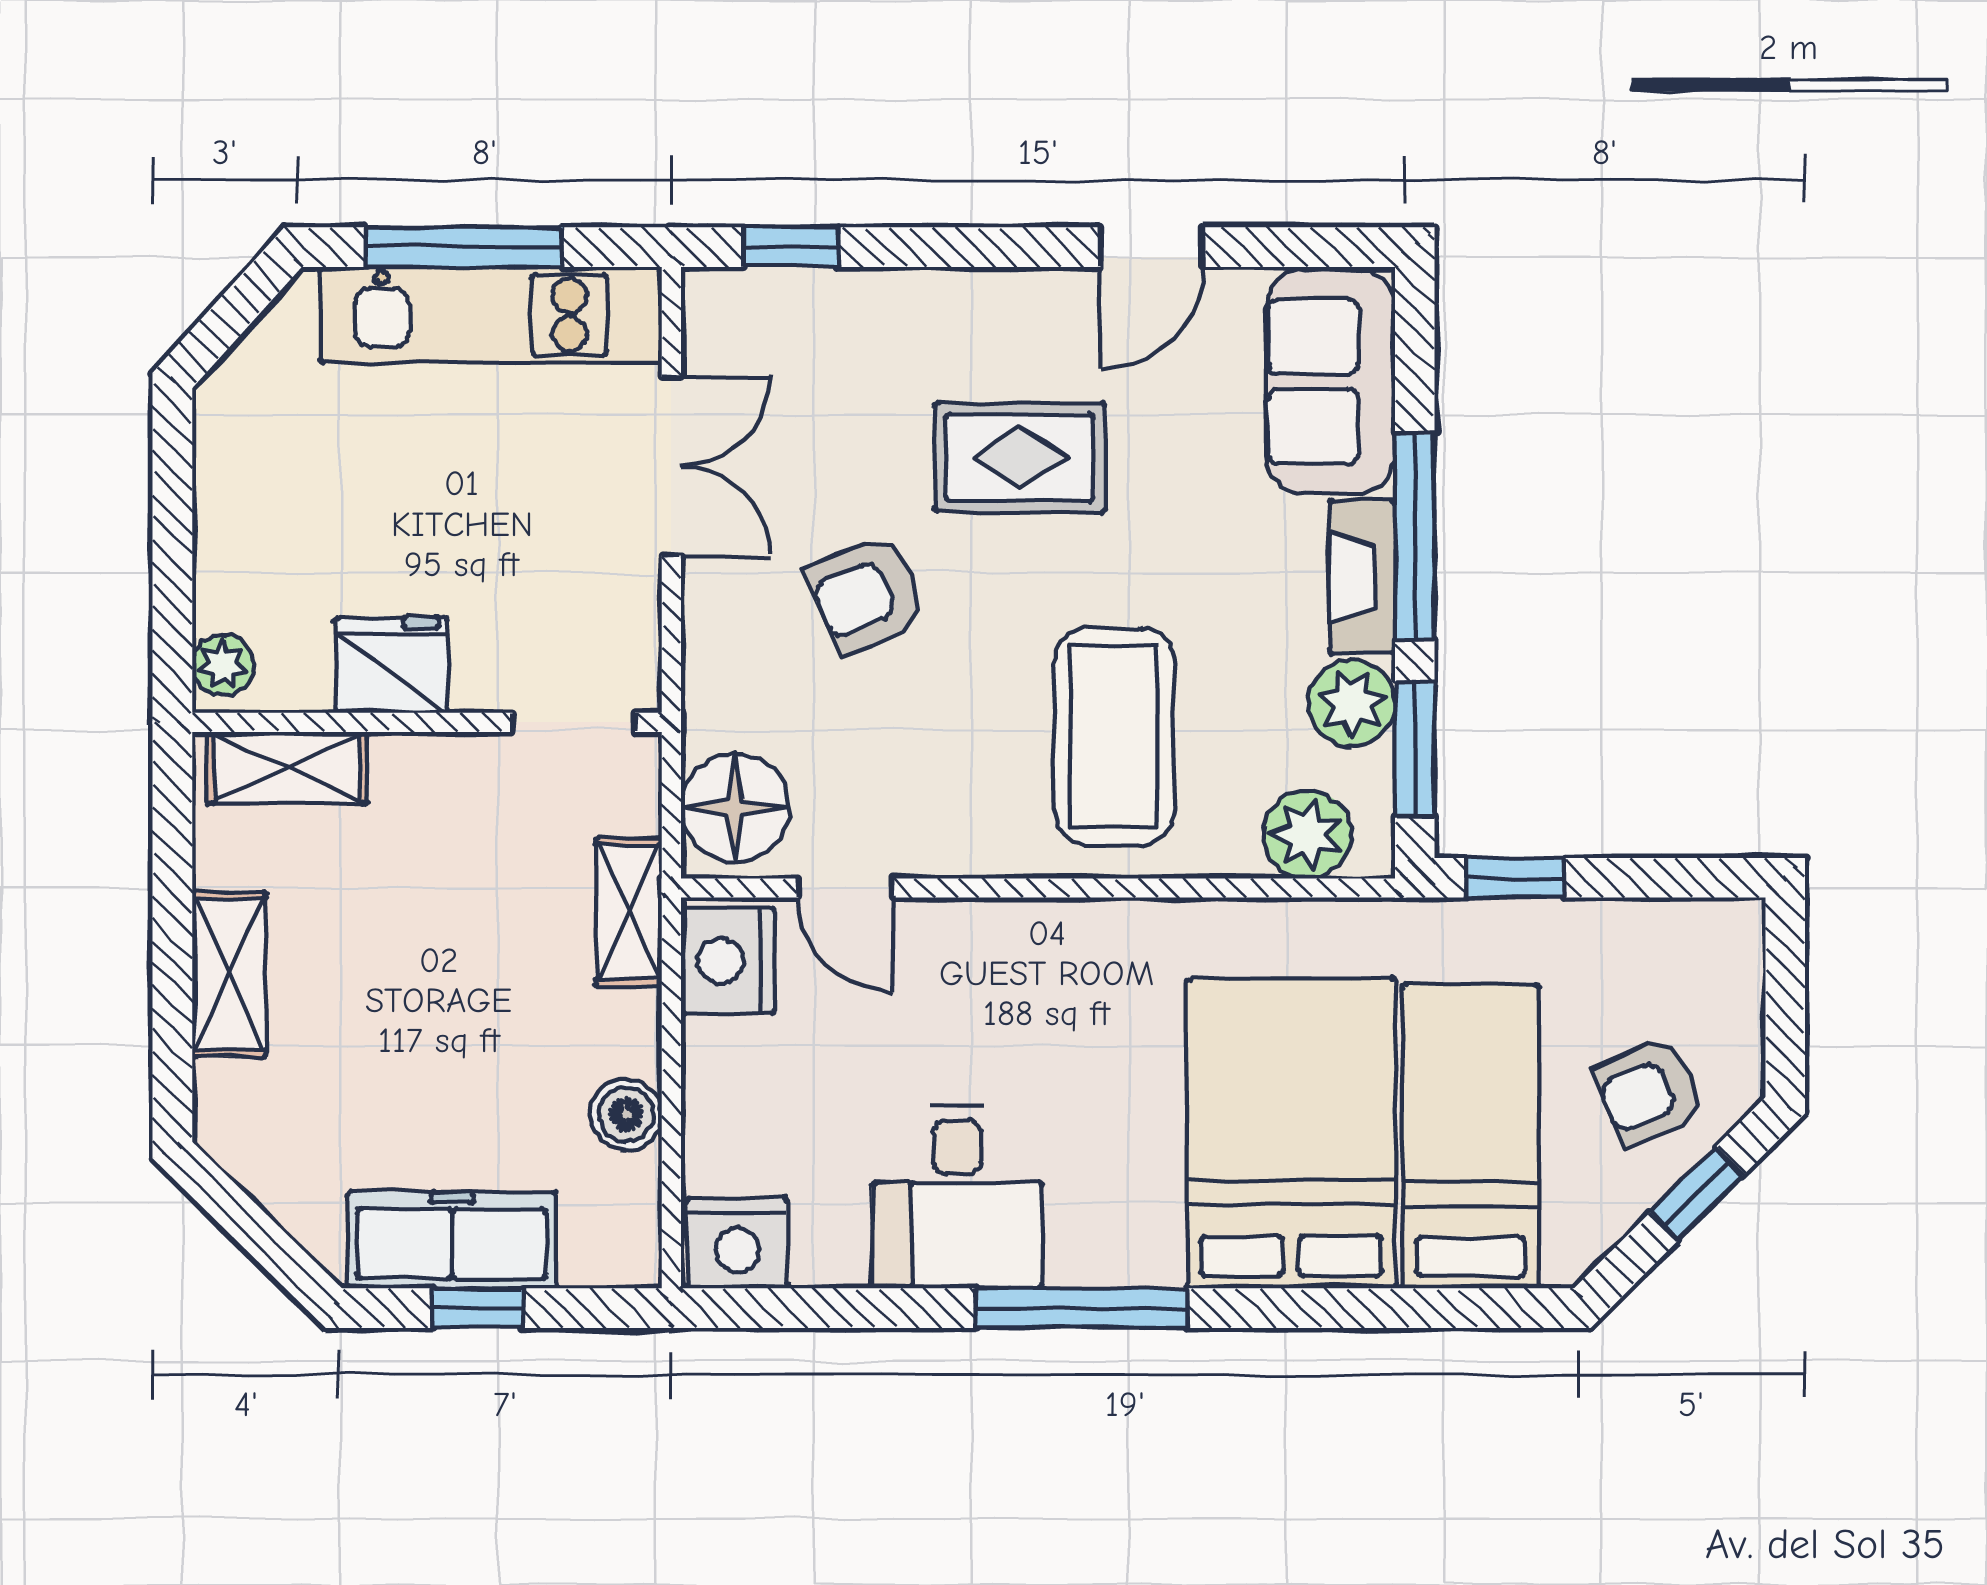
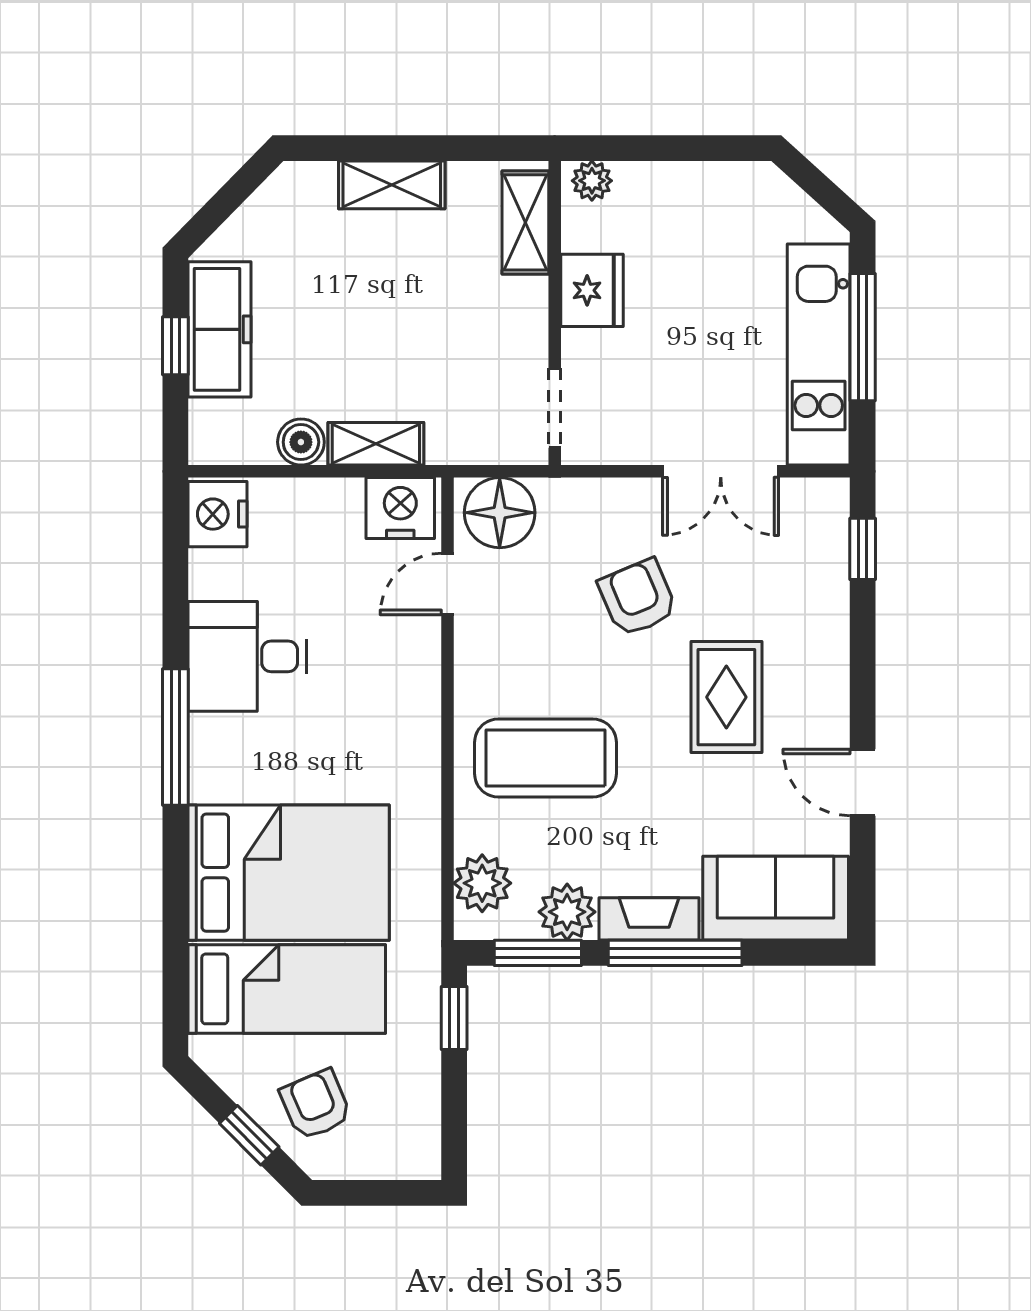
shelving: (629, 912) -> (376, 444), moved

